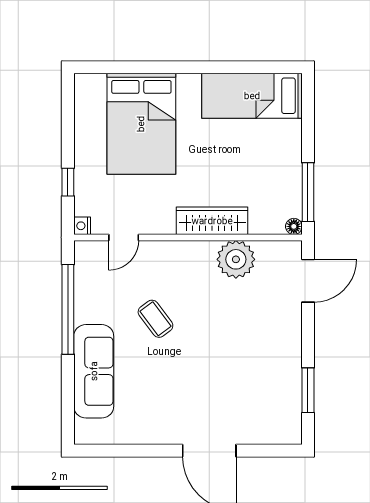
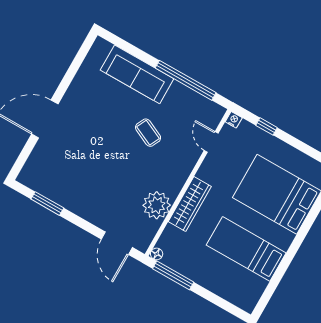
bed: (252, 96) -> (246, 249), moved, turned -90
coffee table: (155, 319) -> (148, 133), turned 62

